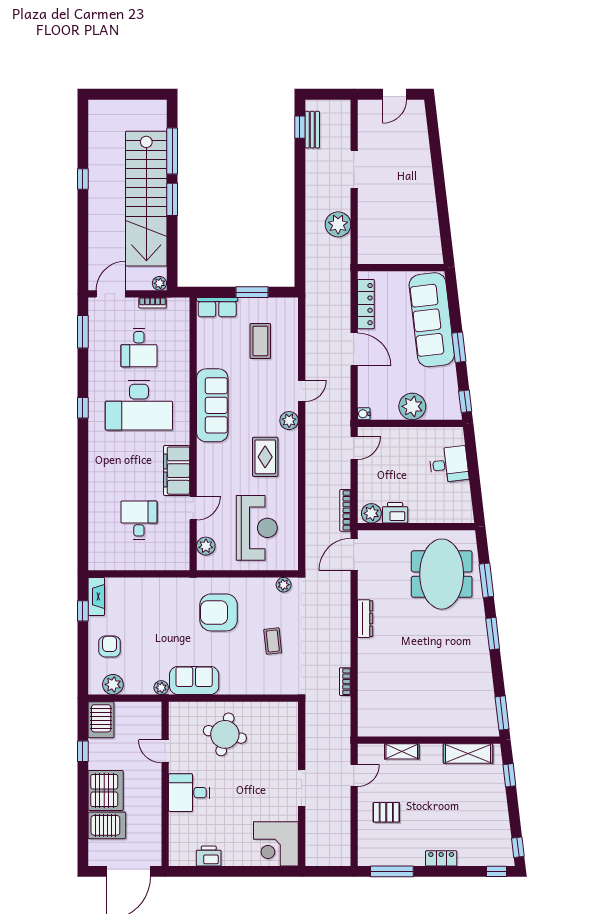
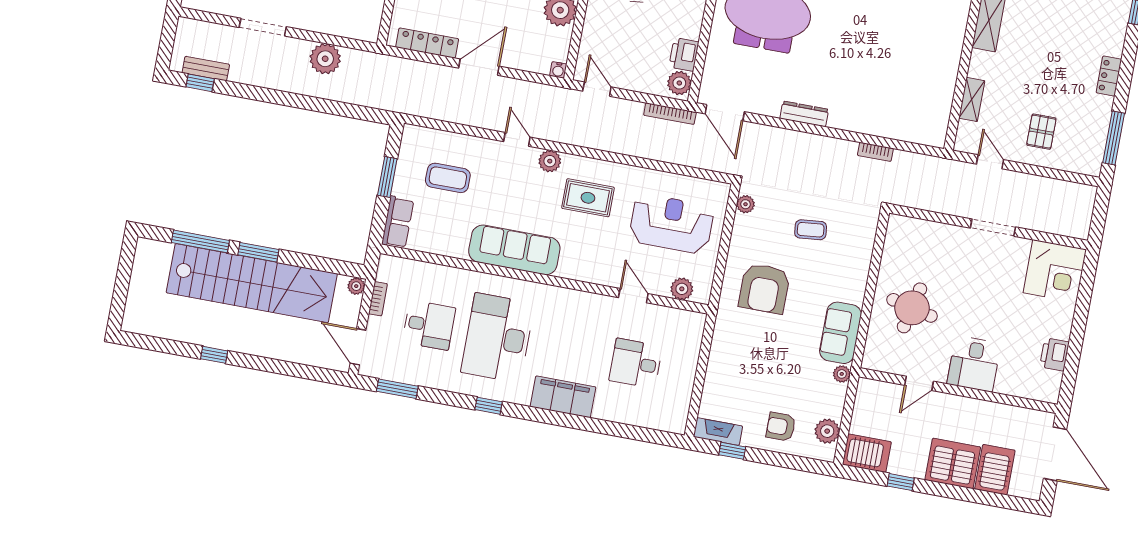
desk: (139, 405) -> (498, 338), turned 180
filing cabinet: (177, 471) -> (563, 397), moved, turned 180

